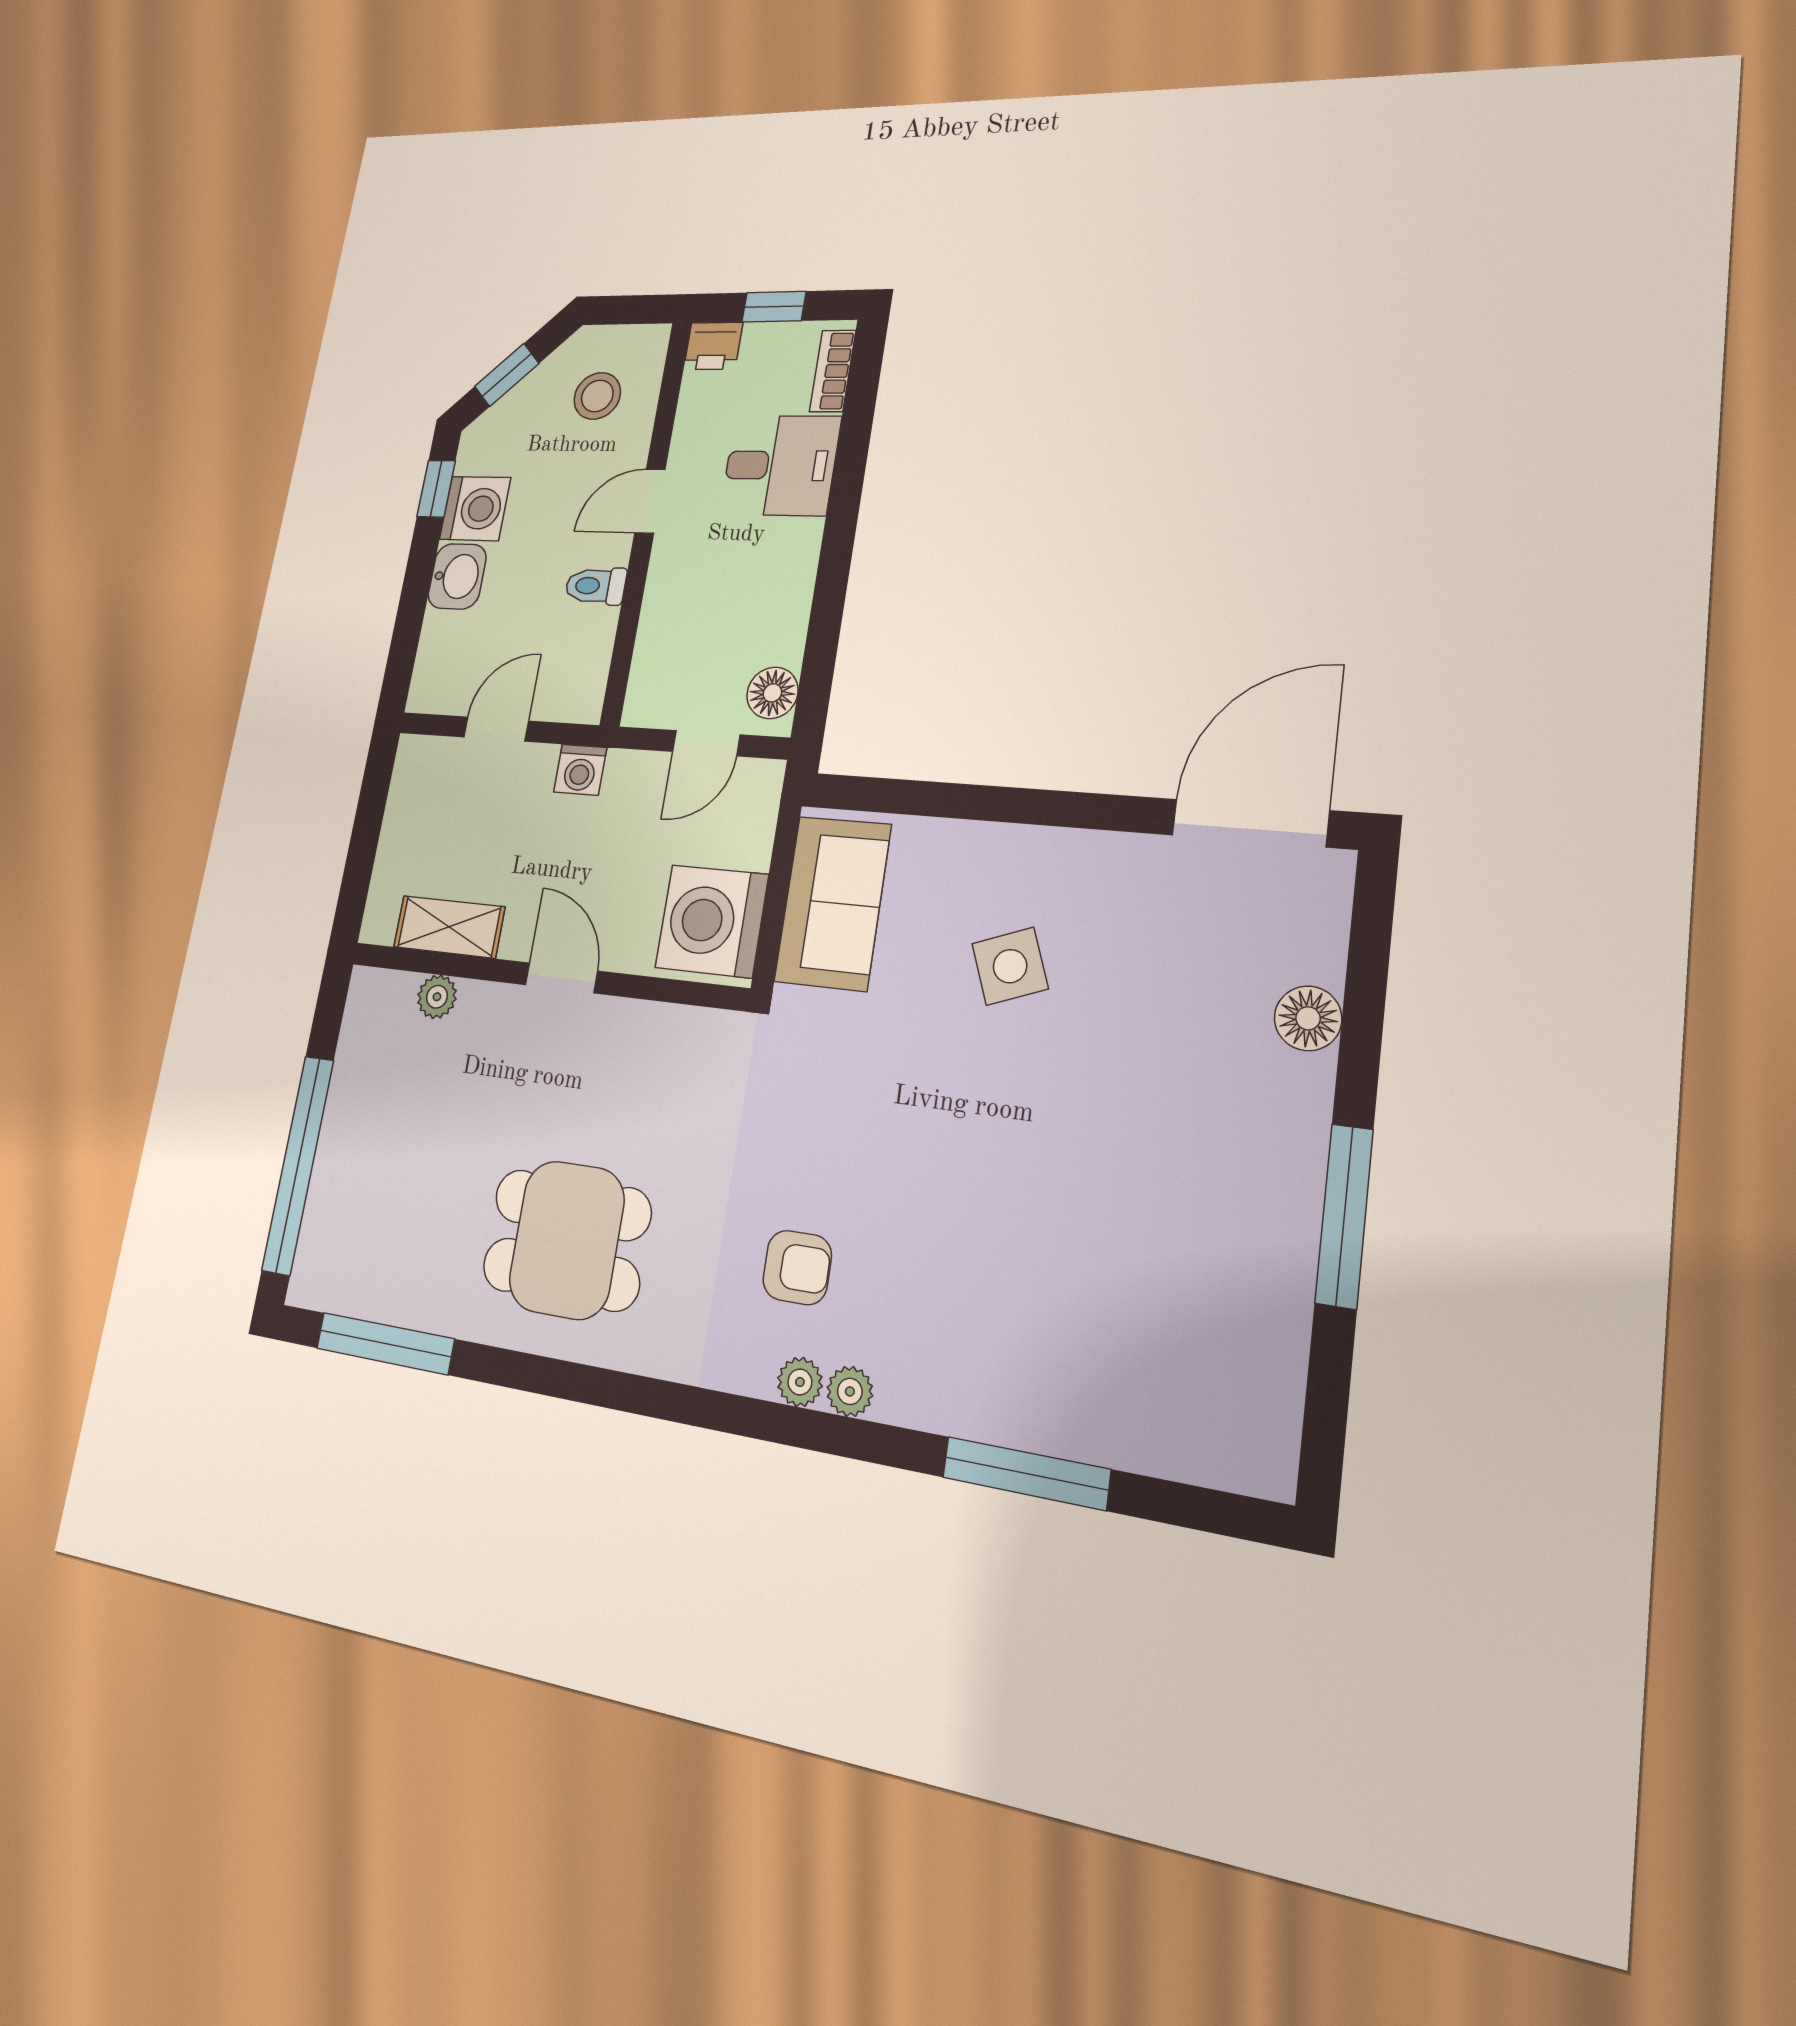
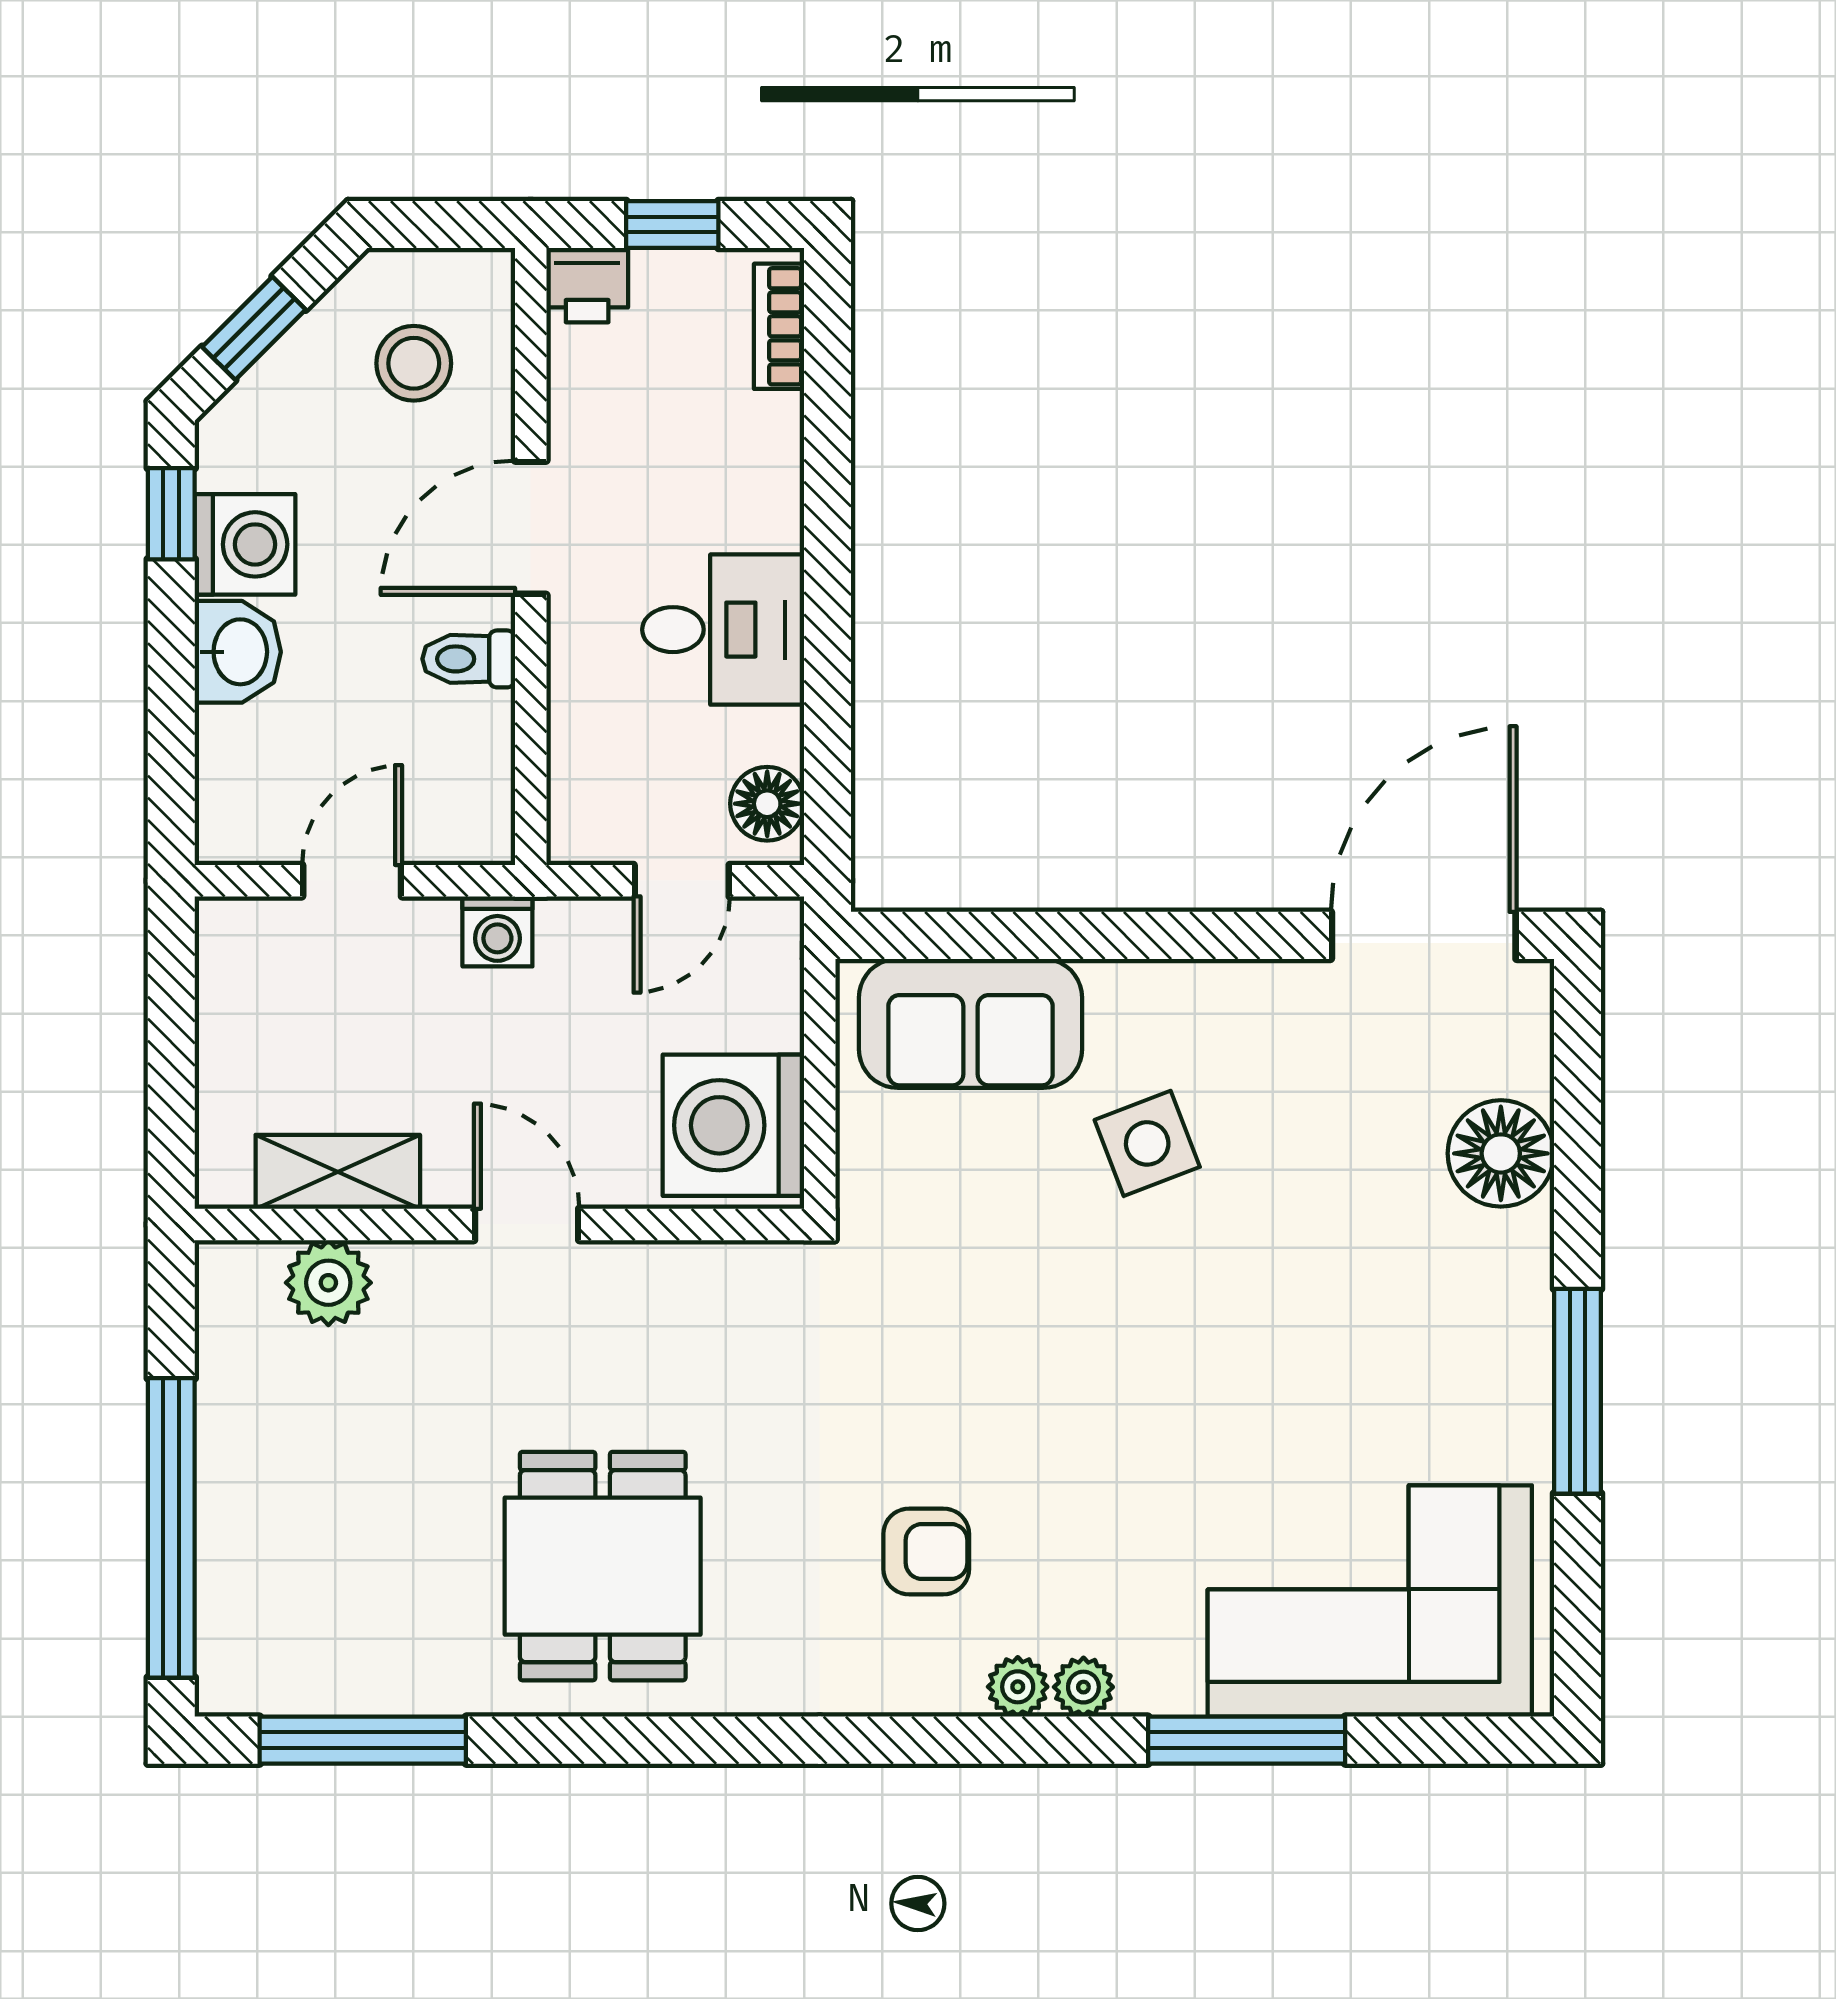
desk: (780, 465) -> (723, 630), moved
door: (650, 501) -> (531, 528), width x1.38
sofa: (833, 903) -> (971, 1023), moved, turned 90
plant: (437, 997) -> (328, 1283), width x1.38, depth x1.38
floor lamp: (1308, 1018) -> (1501, 1153), width x1.38, depth x1.38
dining table: (567, 1240) -> (603, 1566), turned 90
corner sofa: (1144, 1371) -> (1370, 1601), added
plant: (800, 1382) -> (1083, 1687), moved

